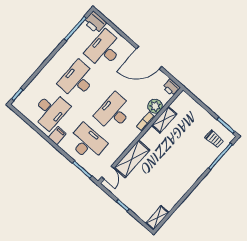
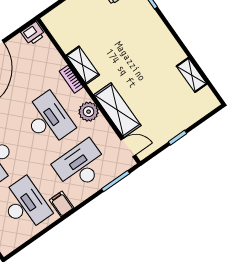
plant: (155, 106) -> (89, 112), moved
desk: (114, 112) -> (48, 119), turned 180
shelving: (164, 120) -> (83, 65), moved
shelving: (157, 218) -> (192, 75), moved

